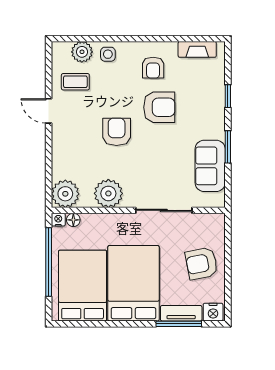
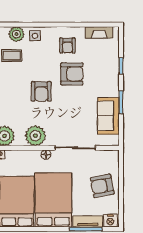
armchair: (117, 132) -> (41, 91), turned 180
floor lamp: (73, 220) -> (46, 155), moved

